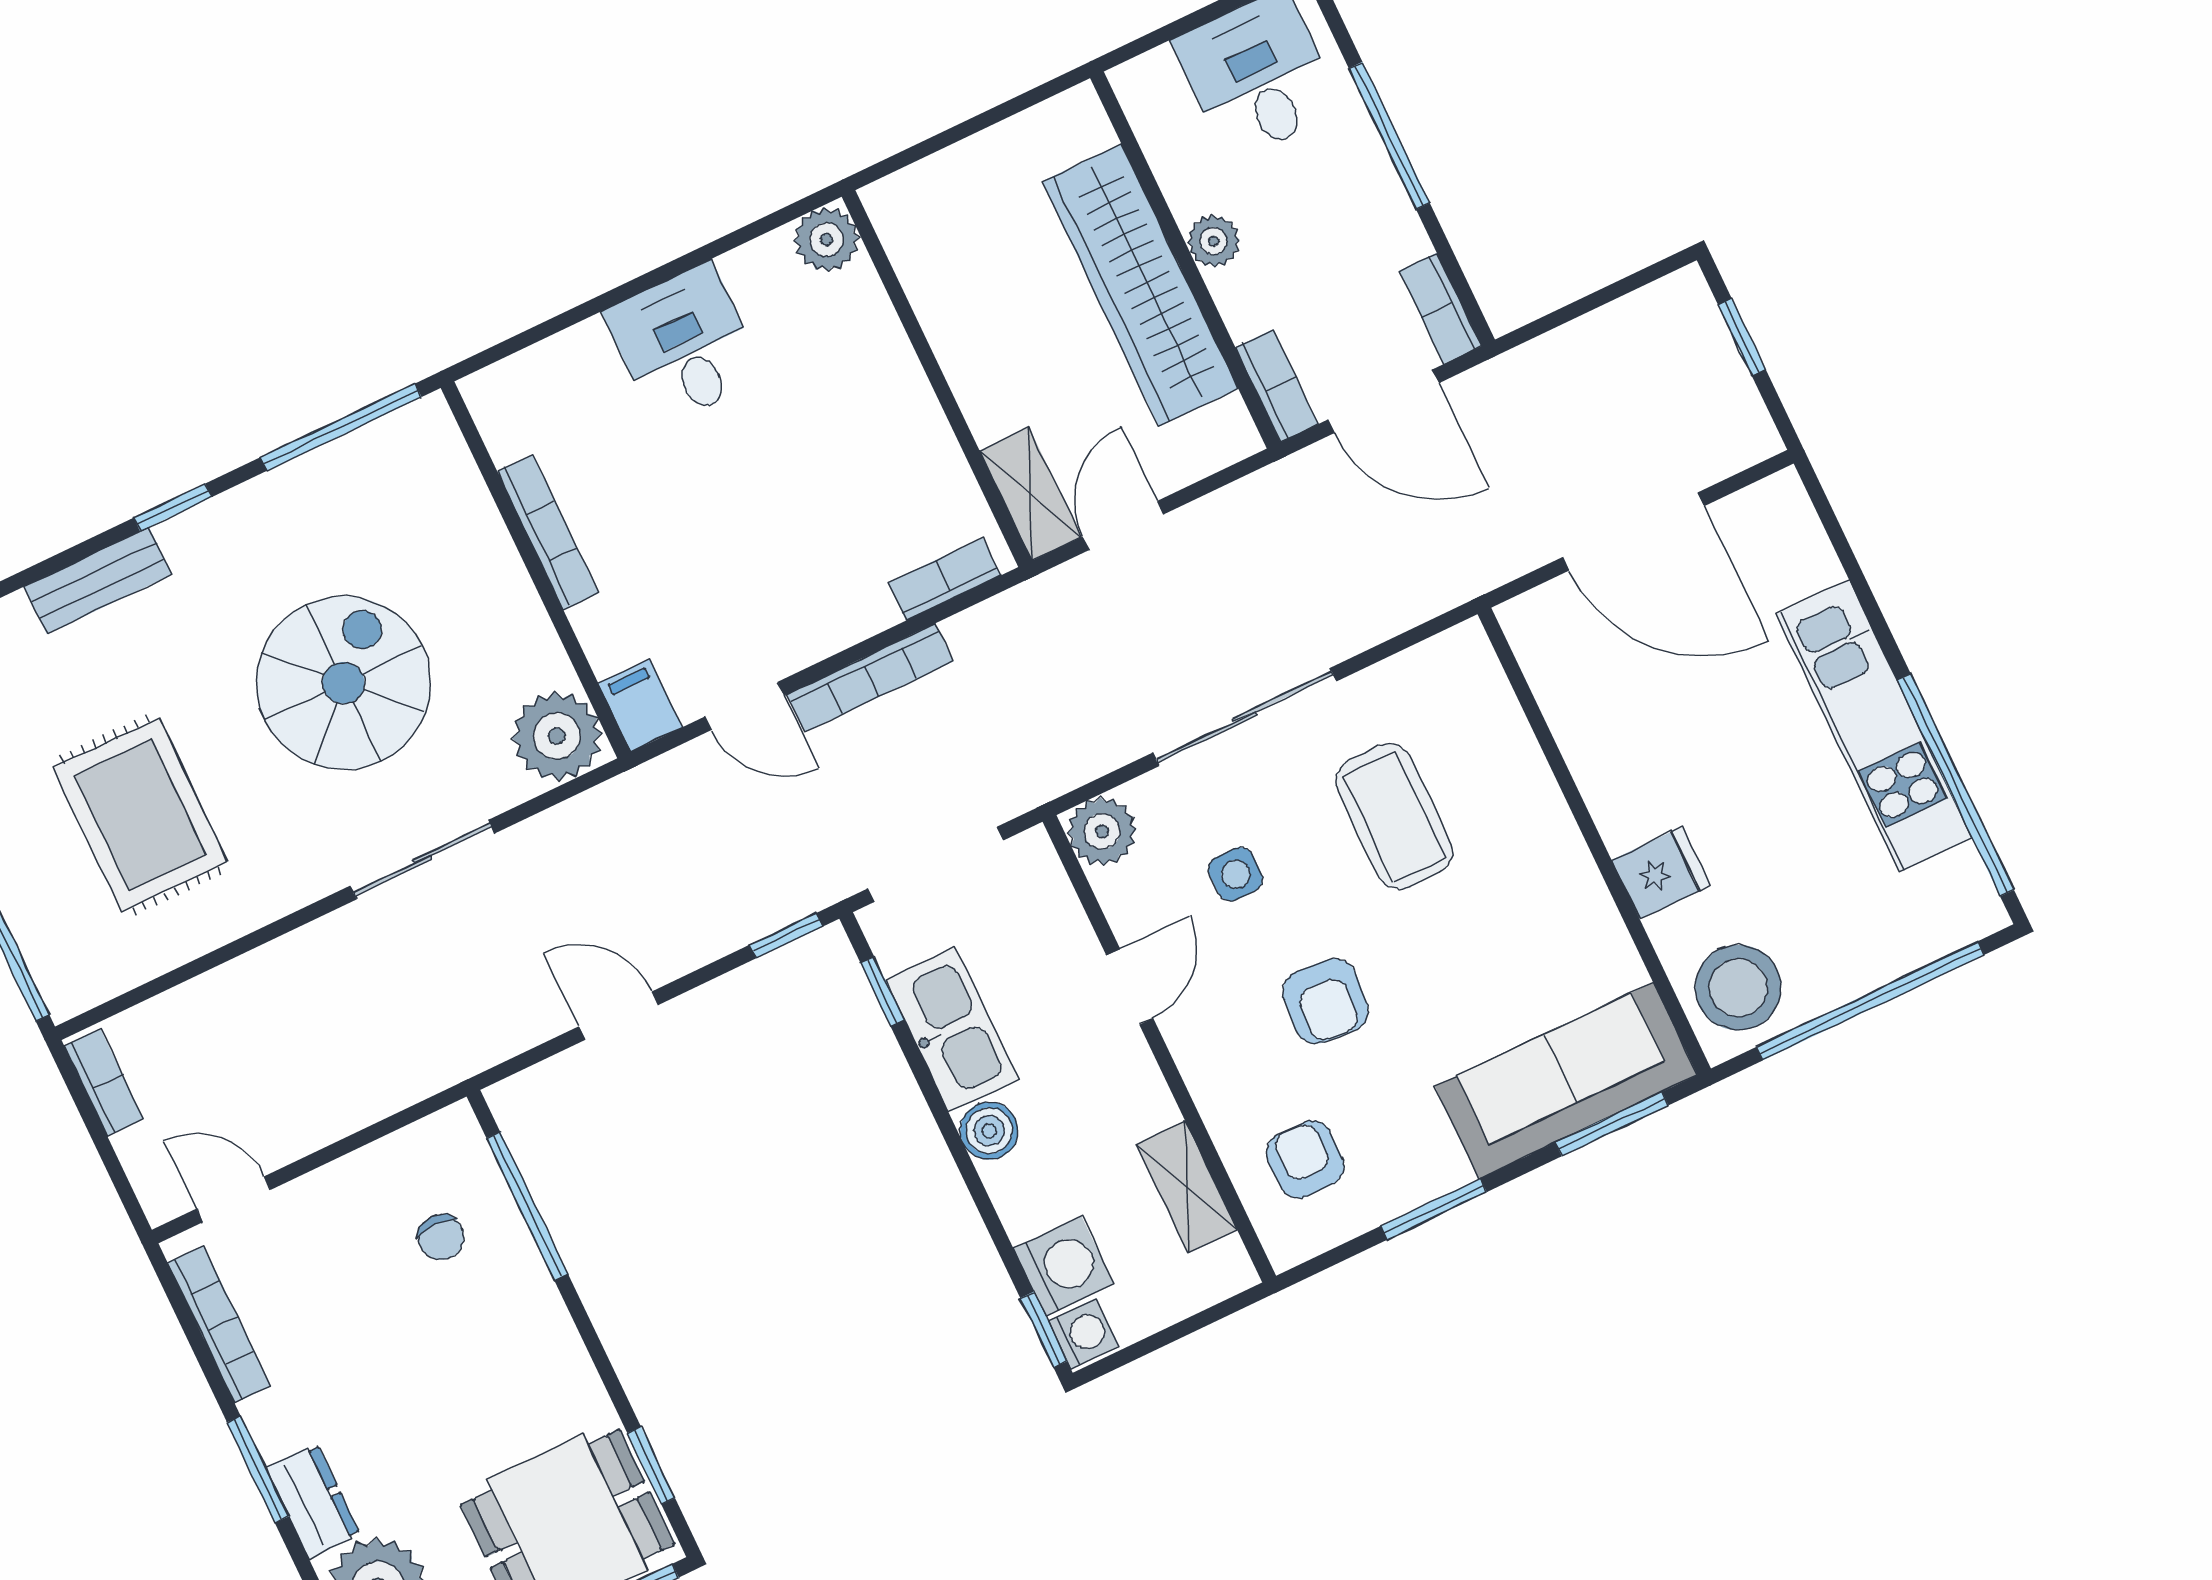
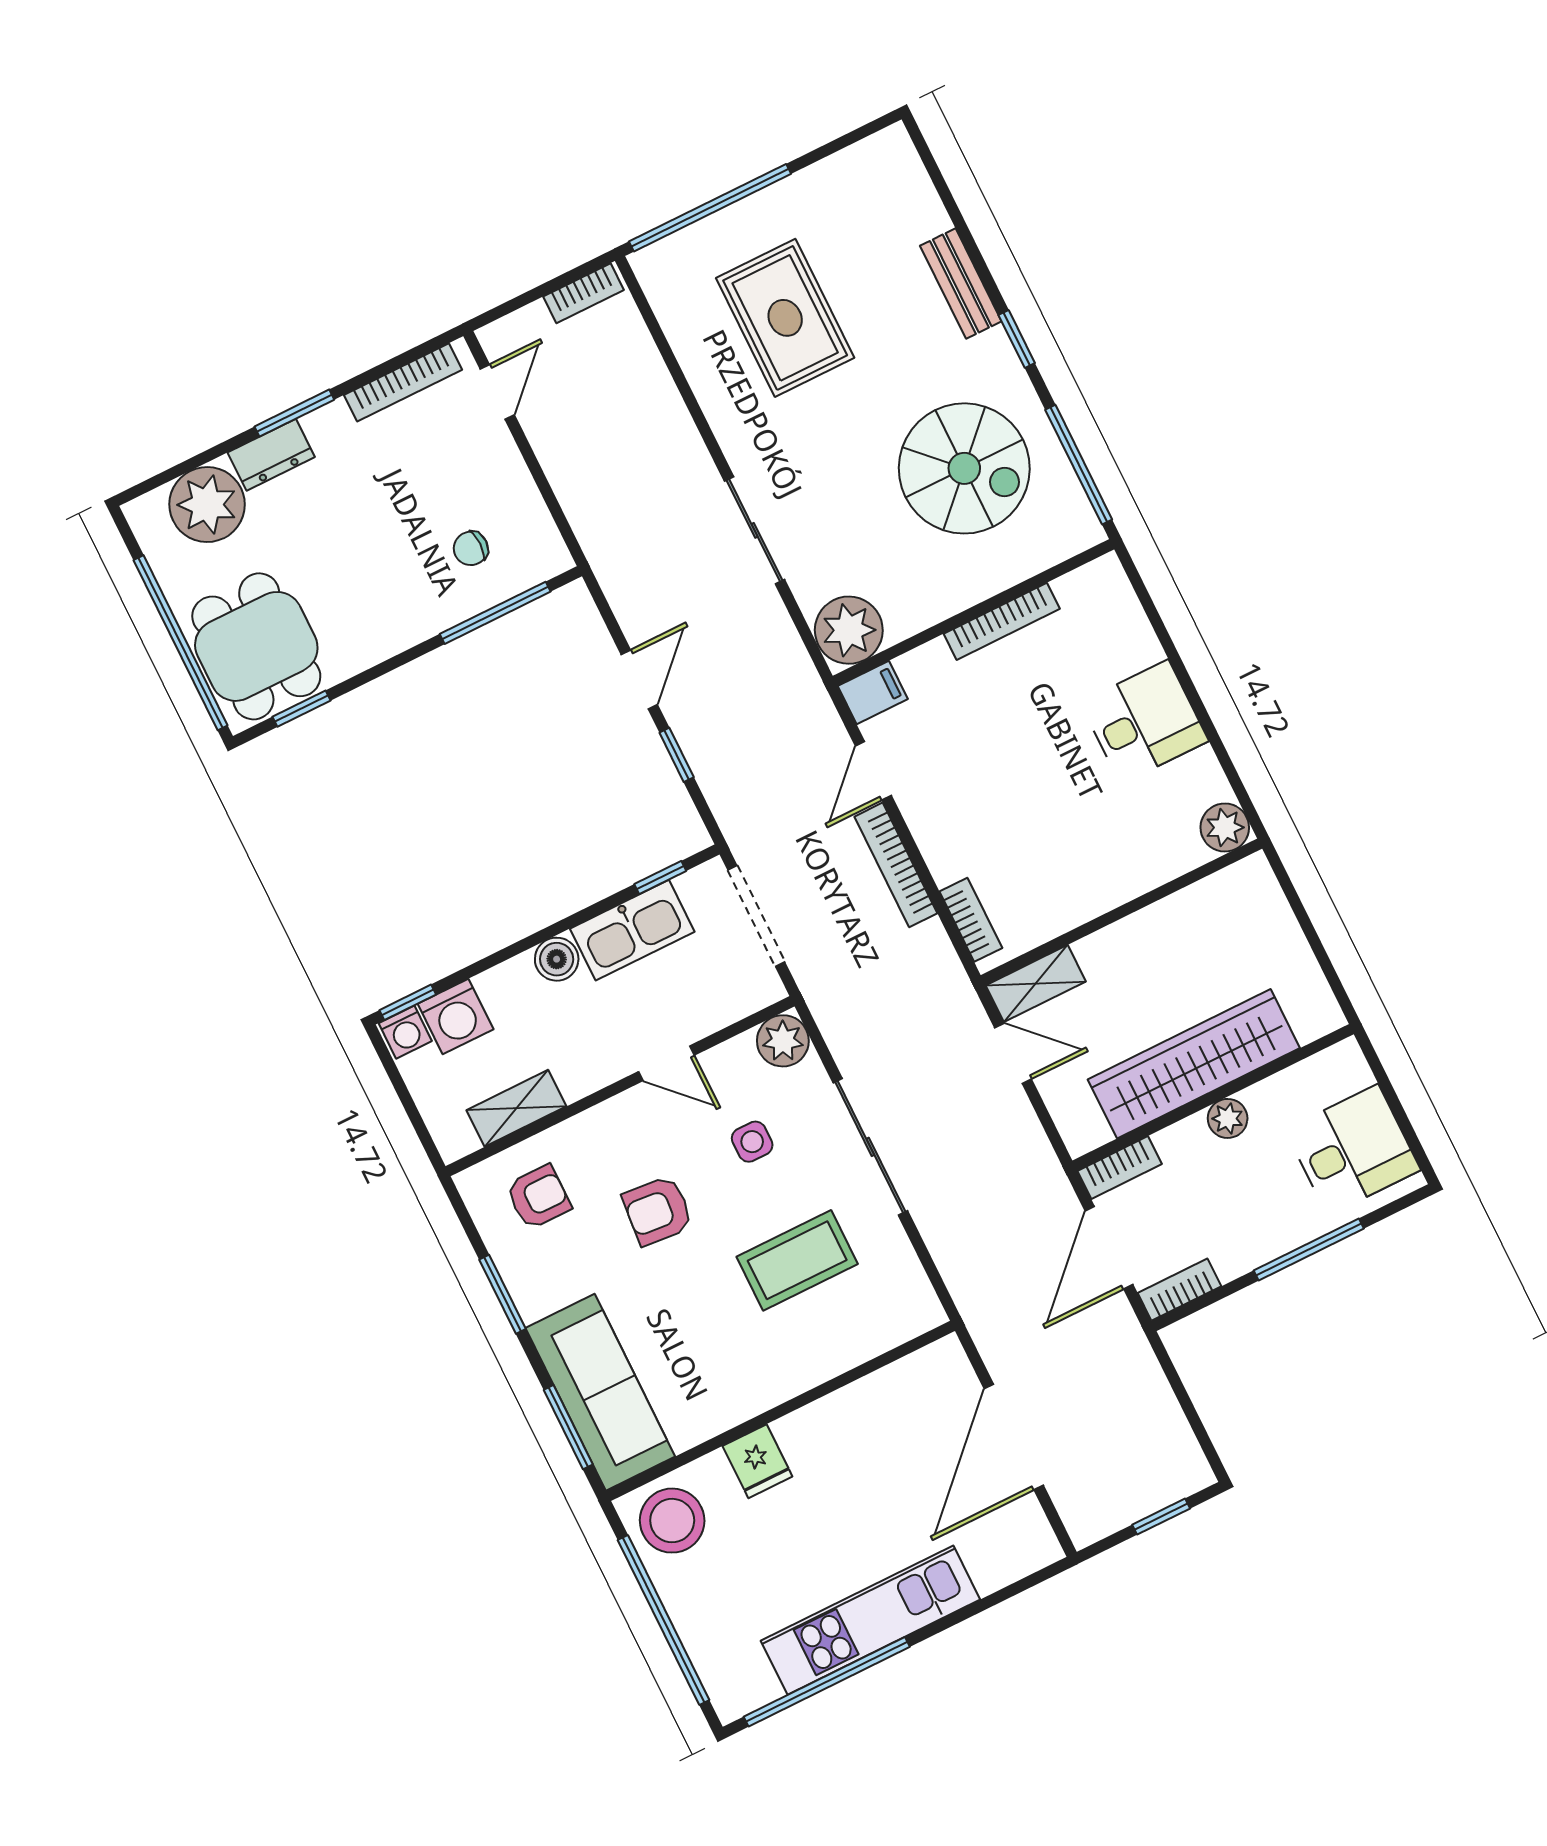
spiral stairs: (343, 683) -> (964, 468), moved
rug: (140, 815) -> (785, 318), turned 90
window: (786, 936) -> (677, 755), moved

